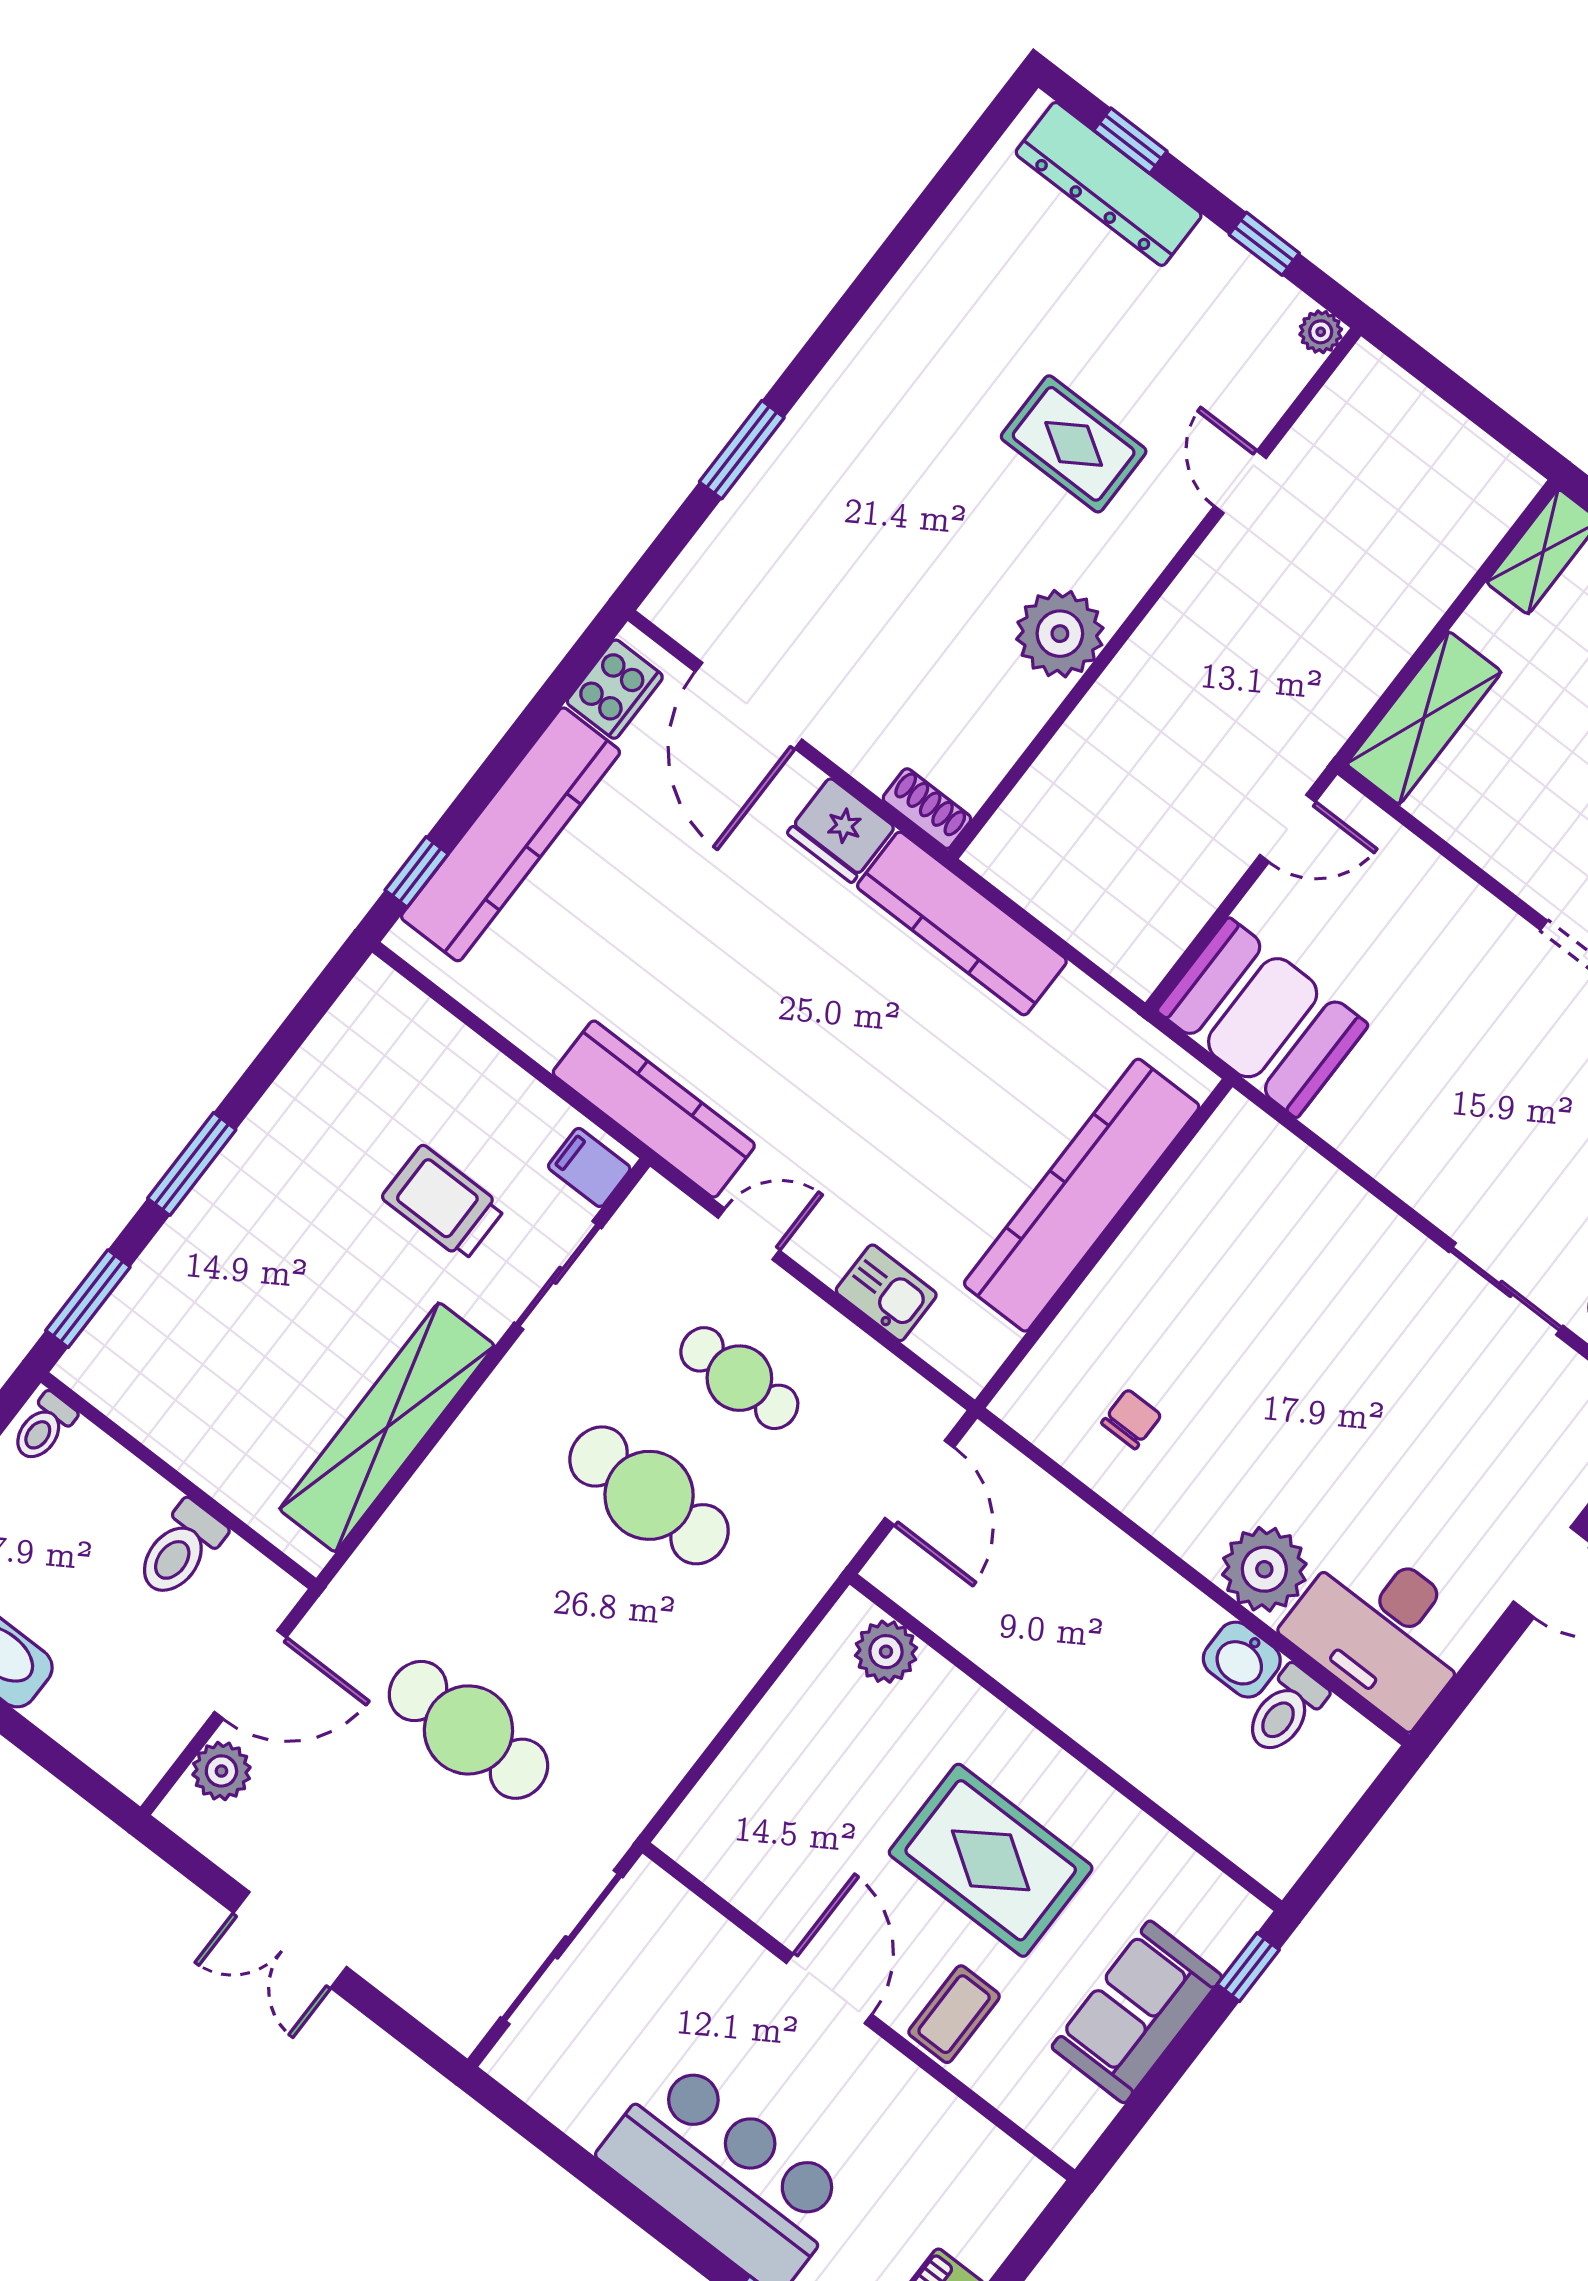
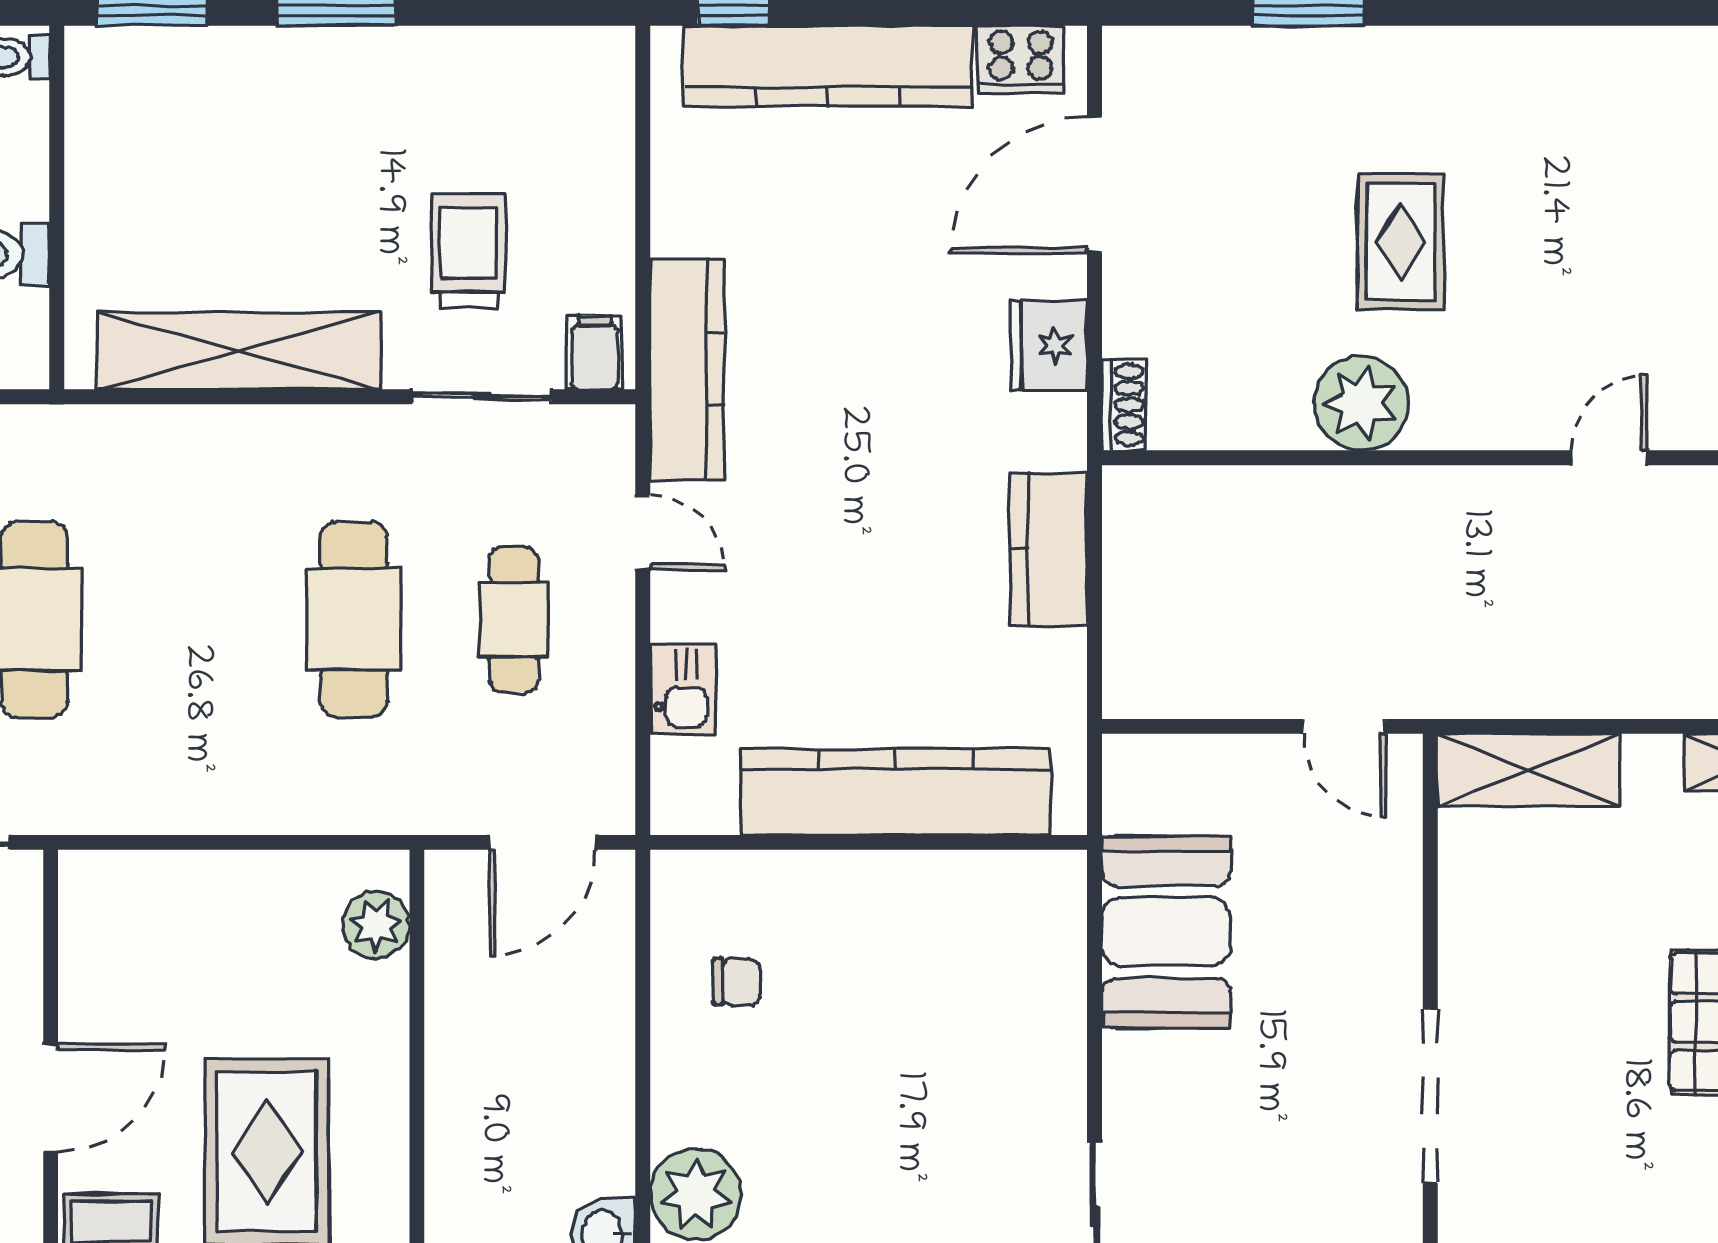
rug: (1074, 444) -> (1401, 242), moved
kitchen counter: (962, 923) -> (1049, 549), width x0.67
booth: (1263, 1018) -> (1166, 932), moved

